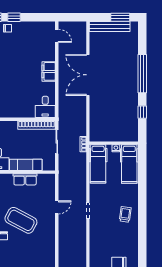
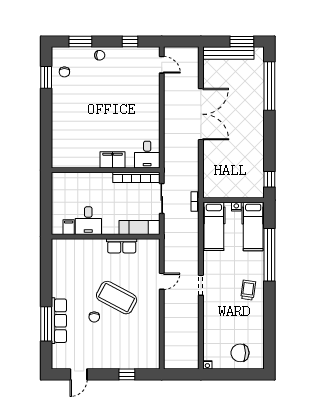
window: (14, 17) -> (130, 42), moved
filing cabinet: (49, 71) -> (113, 160), moved, turned 90
window: (142, 74) -> (269, 86), moved
double door: (88, 75) -> (201, 114), swing flipped
window: (142, 112) -> (269, 179), moved
exam couch: (26, 165) -> (139, 228), moved
window: (142, 186) -> (269, 255), added

